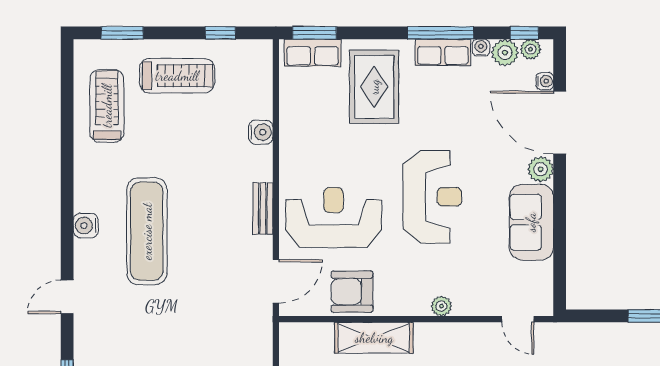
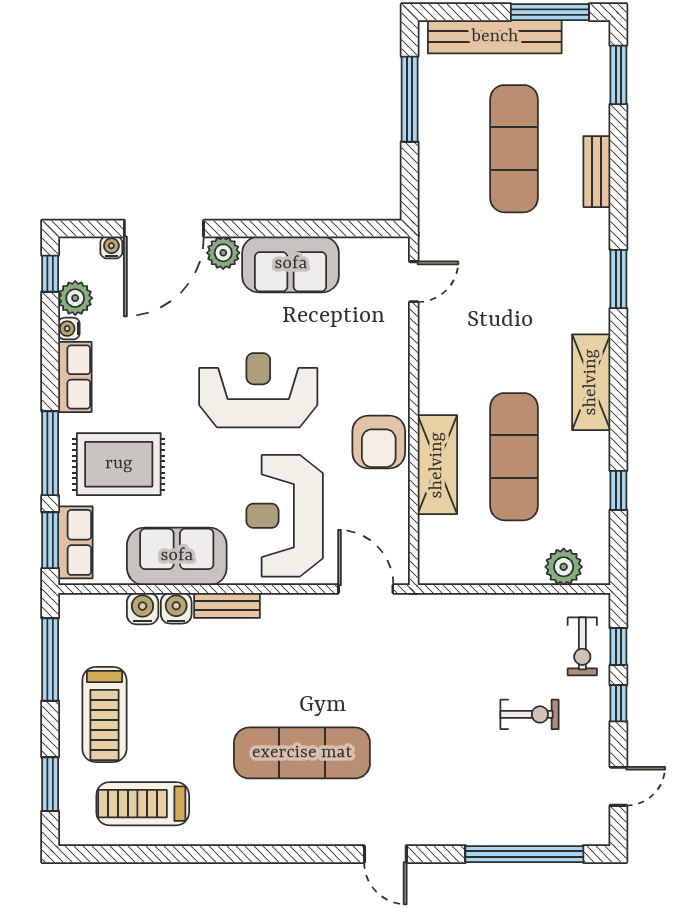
window: (220, 33) -> (50, 659), width x2.17
window: (441, 33) -> (50, 453), moved
plant: (531, 49) -> (71, 266), removed
treadmill: (177, 76) -> (104, 715), turned 180
sofa: (302, 133) -> (177, 556), added
bench: (263, 208) -> (227, 605), moved
water cooler: (86, 226) -> (143, 609), moved, turned 180
armchair: (352, 292) -> (379, 442), moved
plant: (441, 306) -> (397, 379), removed

